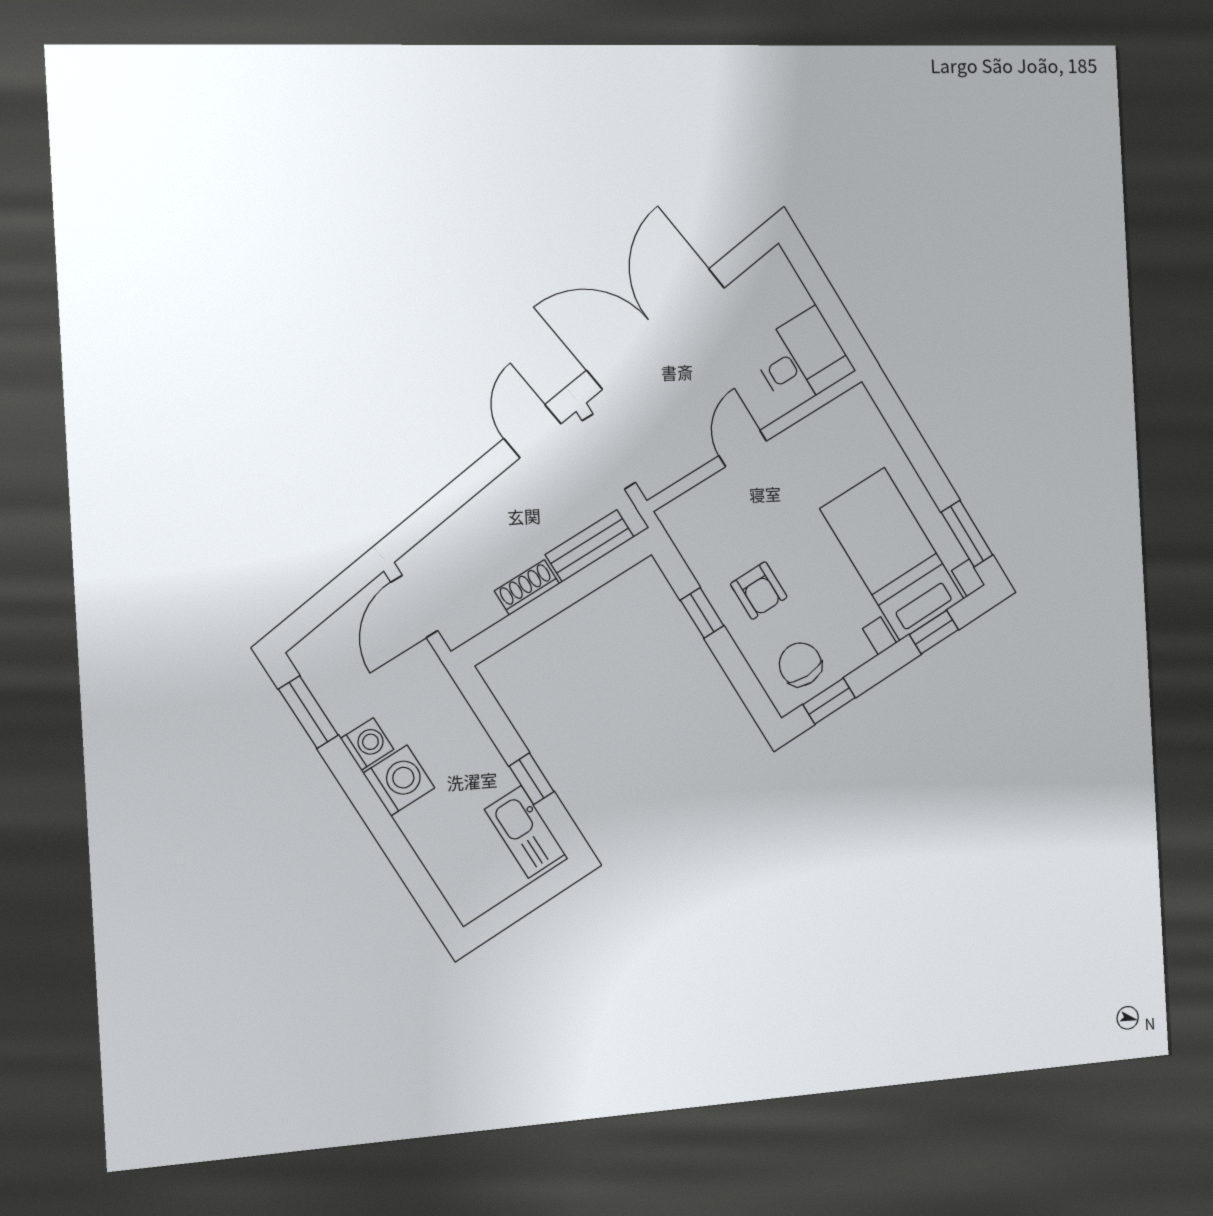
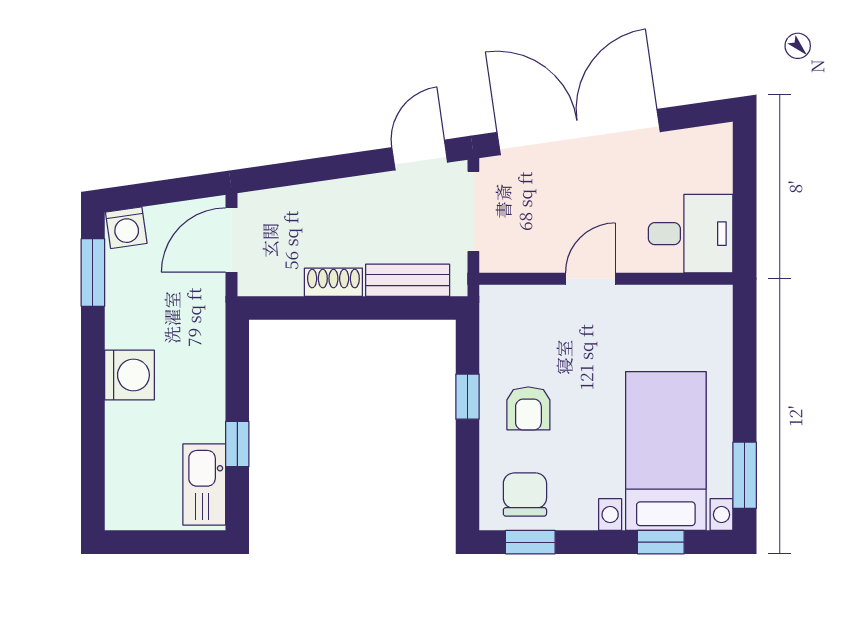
washing machine: (367, 744) -> (126, 228), moved, turned 82

